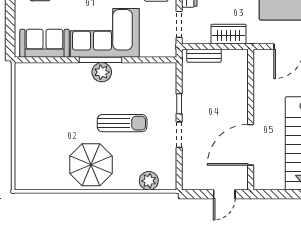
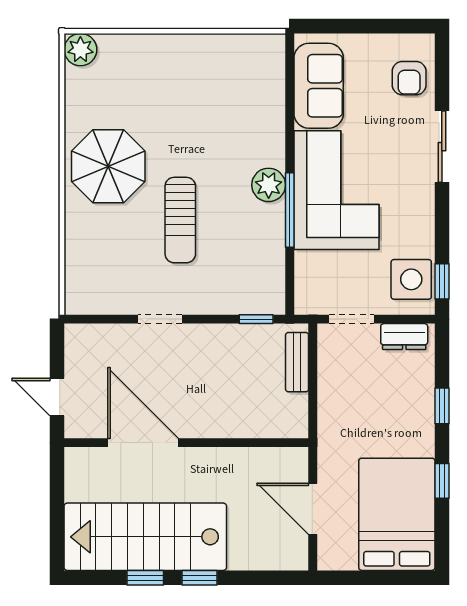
wardrobe: (228, 34) -> (335, 405), removed
window: (100, 60) -> (290, 210), moved
window: (179, 104) -> (256, 319), moved
plant: (149, 181) -> (80, 50), moved

